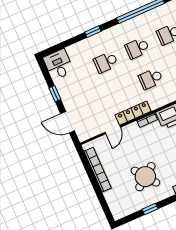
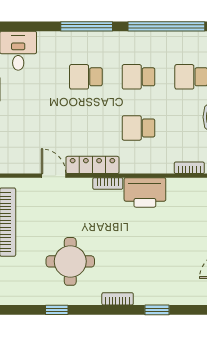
window: (93, 32) -> (87, 26), width x2.17
door: (113, 130) -> (54, 176), swing flipped
round table: (145, 177) -> (70, 261), turned 37

